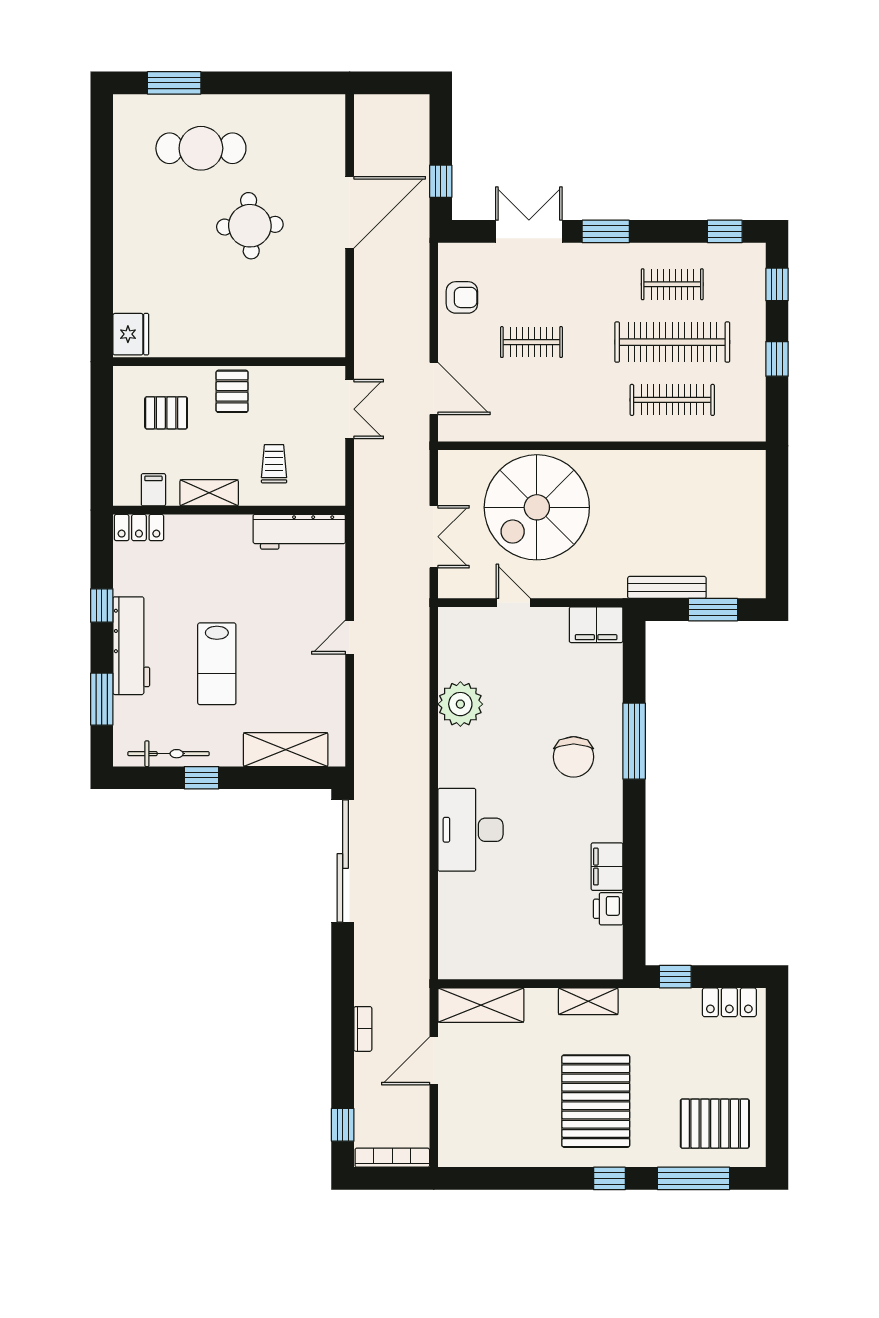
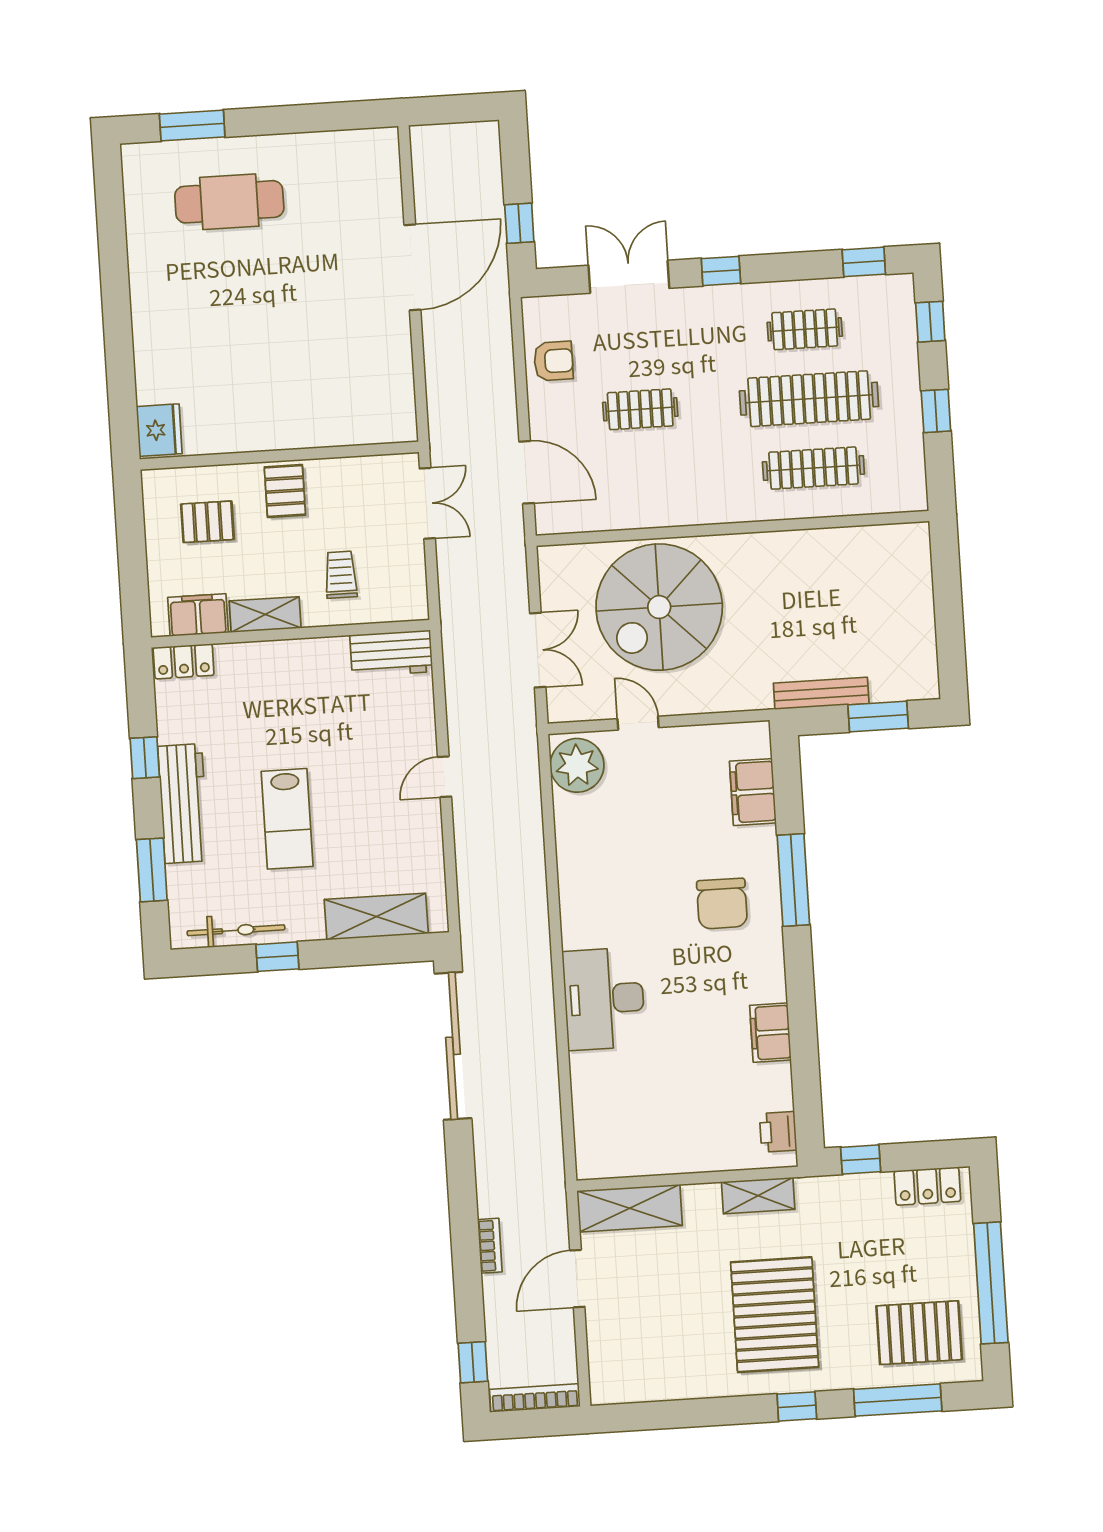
round table: (250, 226) -> (294, 291), removed
window: (606, 231) -> (721, 271), width x0.67
filing cabinet: (153, 490) -> (198, 615), width x2.00
workbench: (299, 532) -> (391, 653), width x0.73
filing cabinet: (596, 625) -> (753, 792), moved, turned 90
plant: (460, 704) -> (577, 765), moved
printer: (608, 909) -> (778, 1132), moved
window: (777, 1086) -> (991, 1283), added

